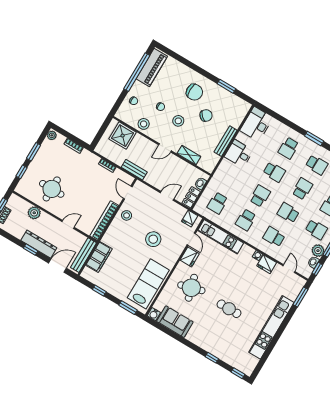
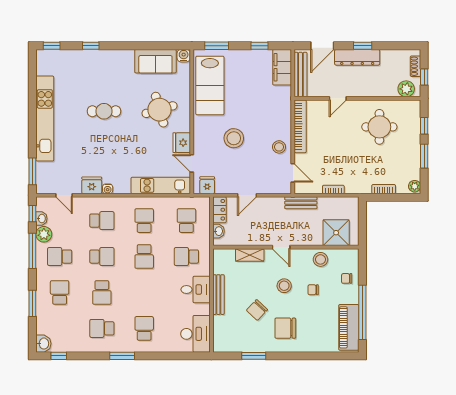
door: (165, 148) -> (281, 247), swing flipped
school desk: (274, 172) -> (186, 257), moved
plant: (34, 213) -> (406, 89), moved
filing cabinet: (99, 257) -> (282, 67), moved

